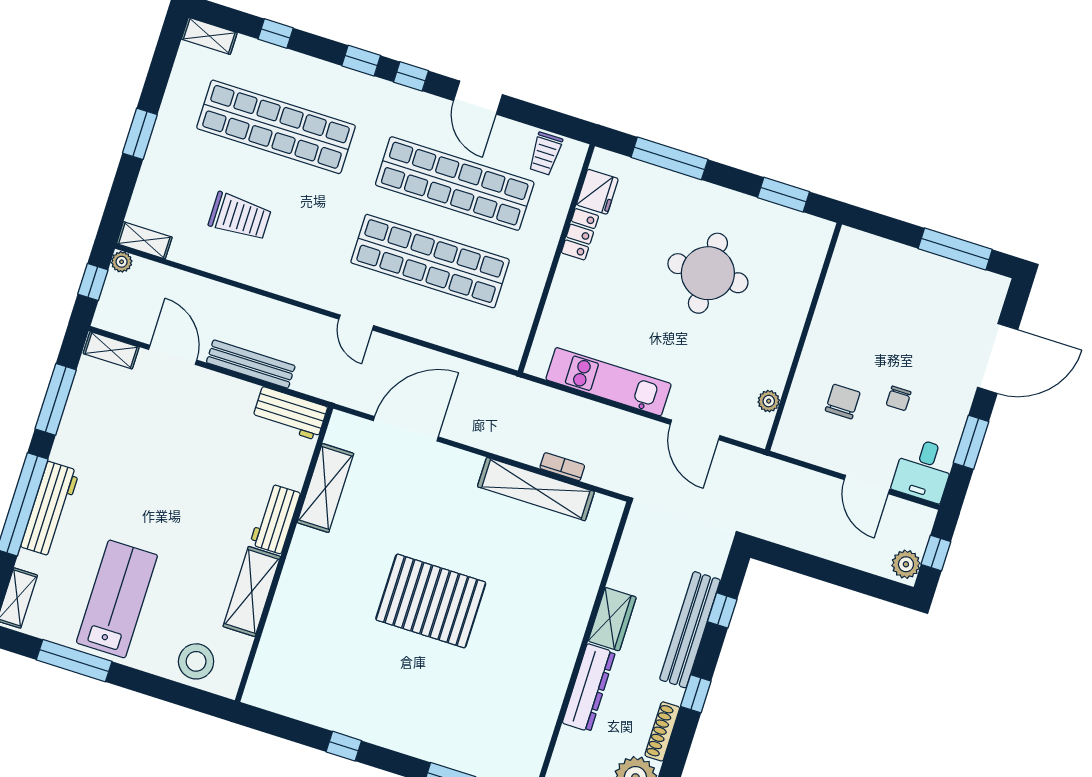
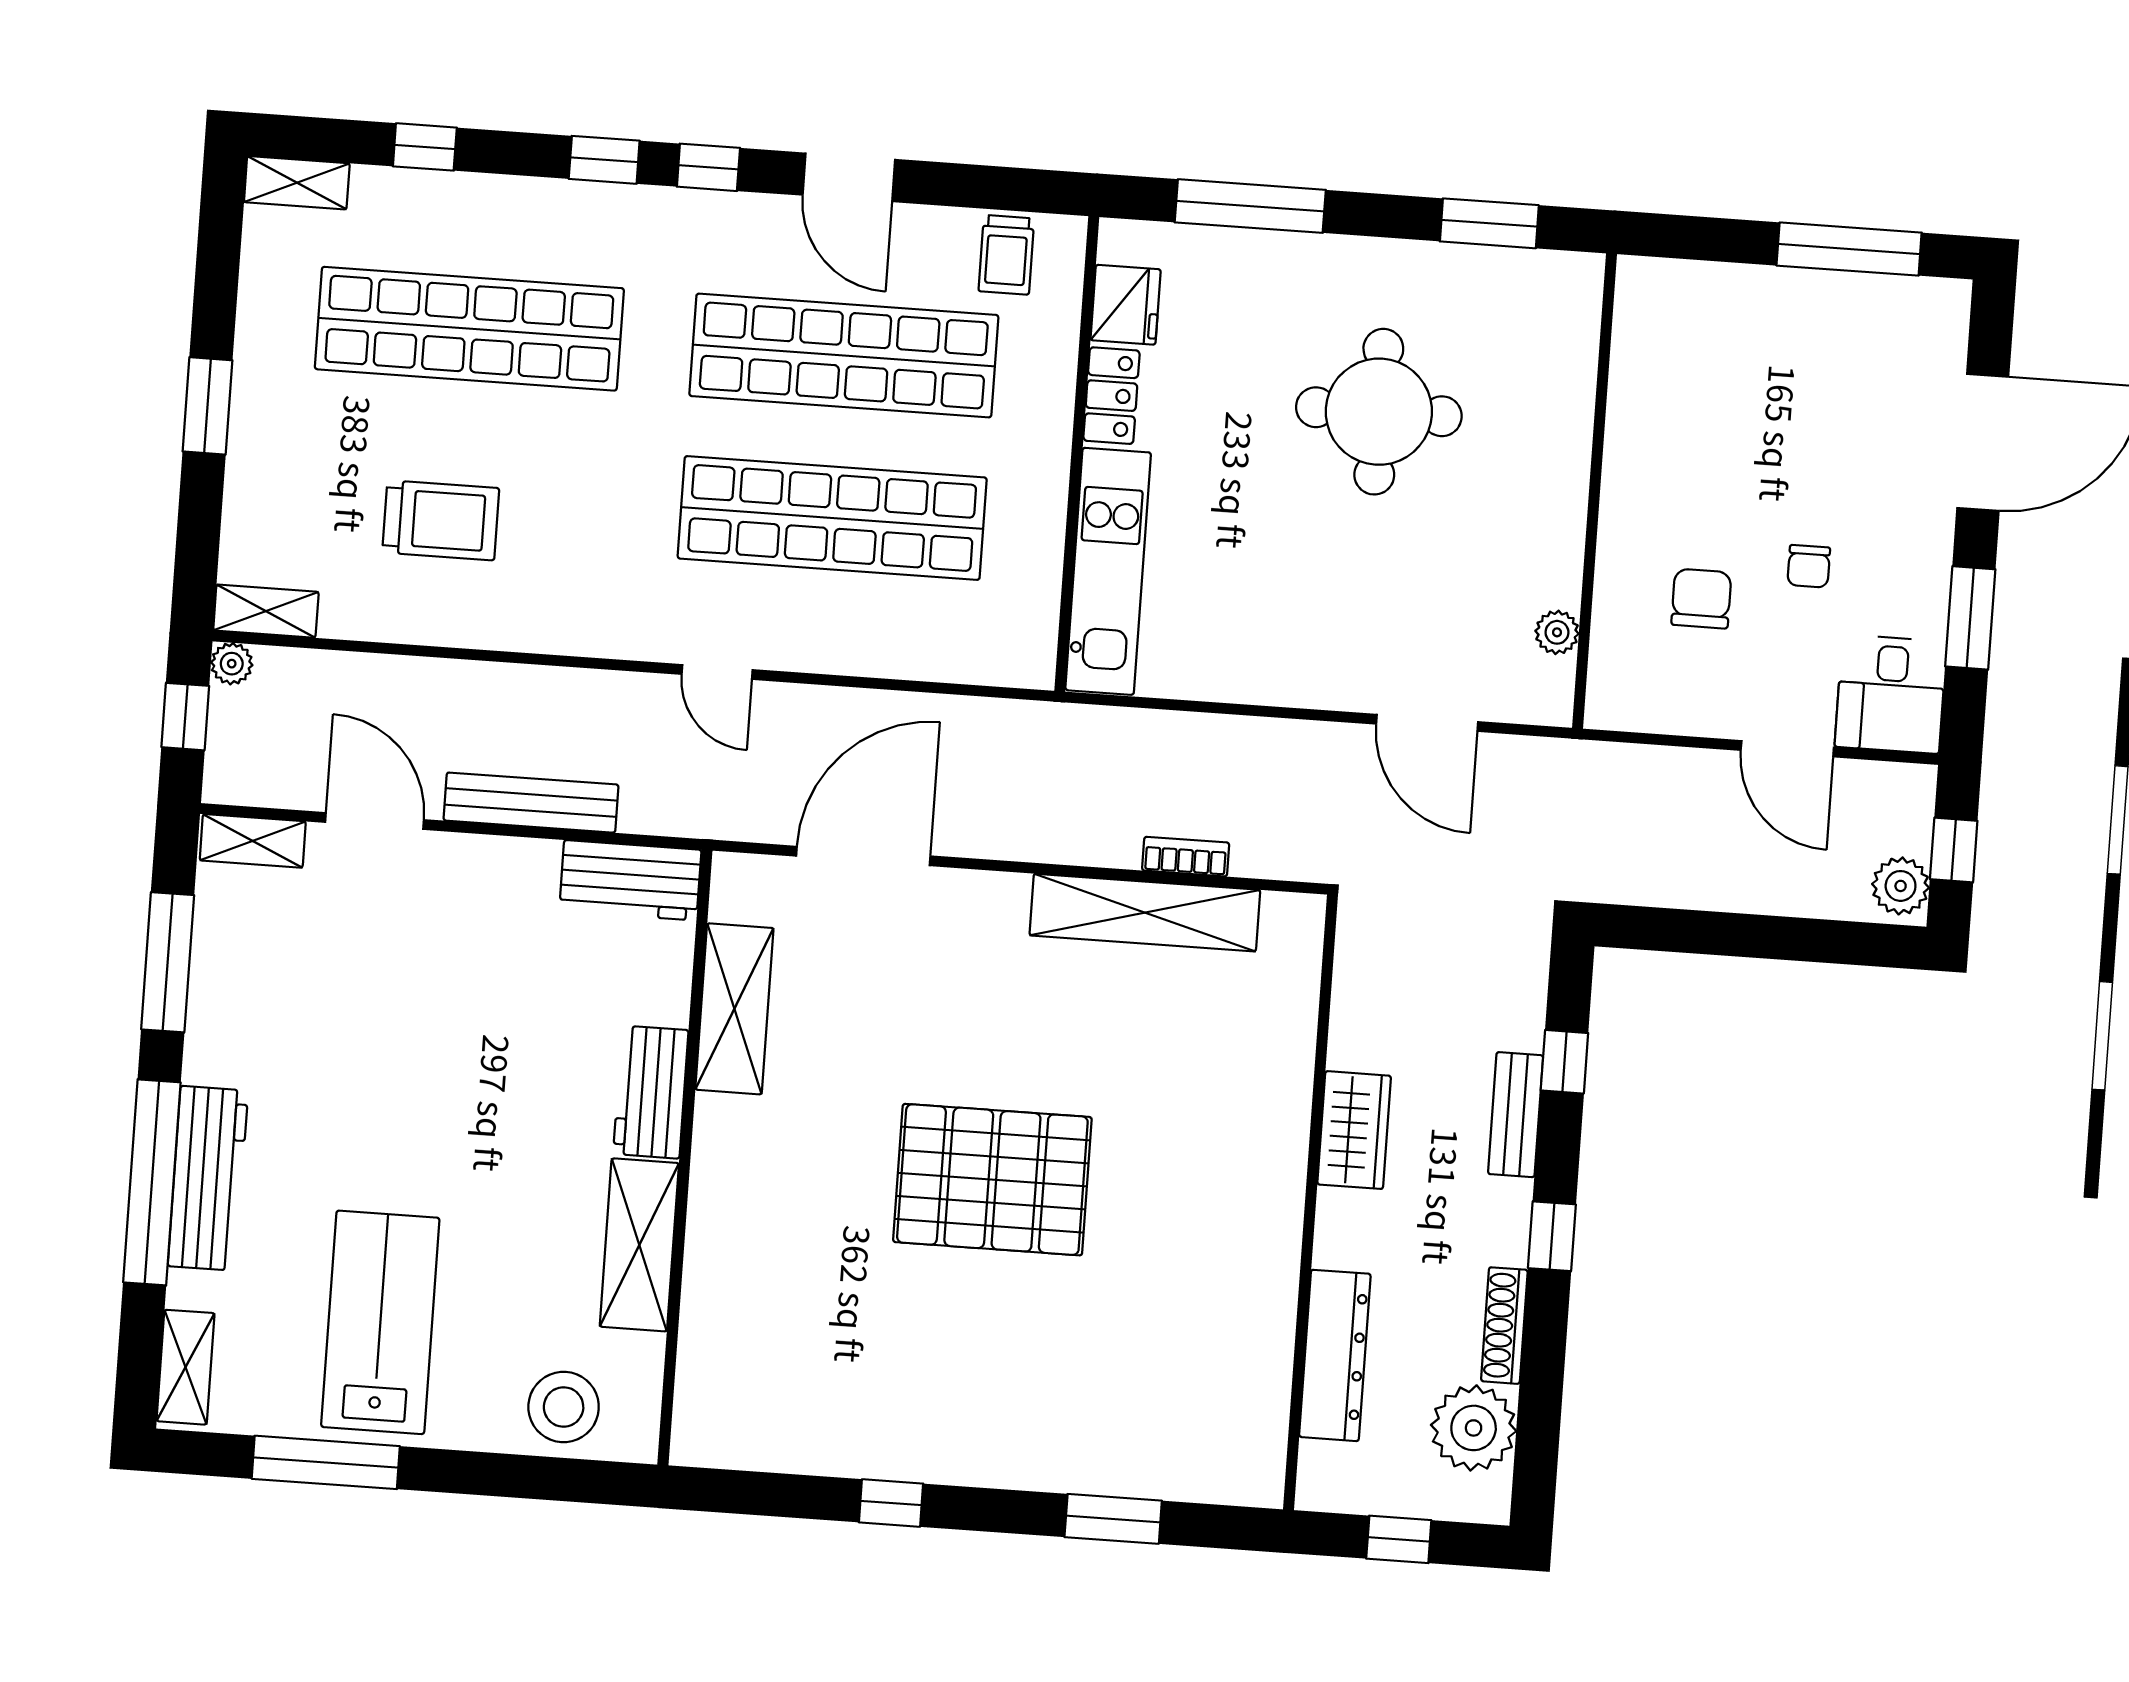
kitchen unit: (609, 382) -> (1108, 571), moved, turned 90
bench: (690, 630) -> (1516, 1115), width x0.54, depth x0.82
dresser: (589, 688) -> (1335, 1355), moved

